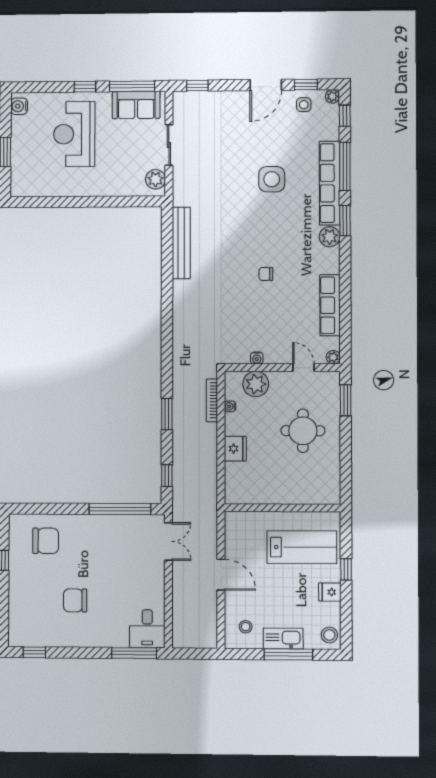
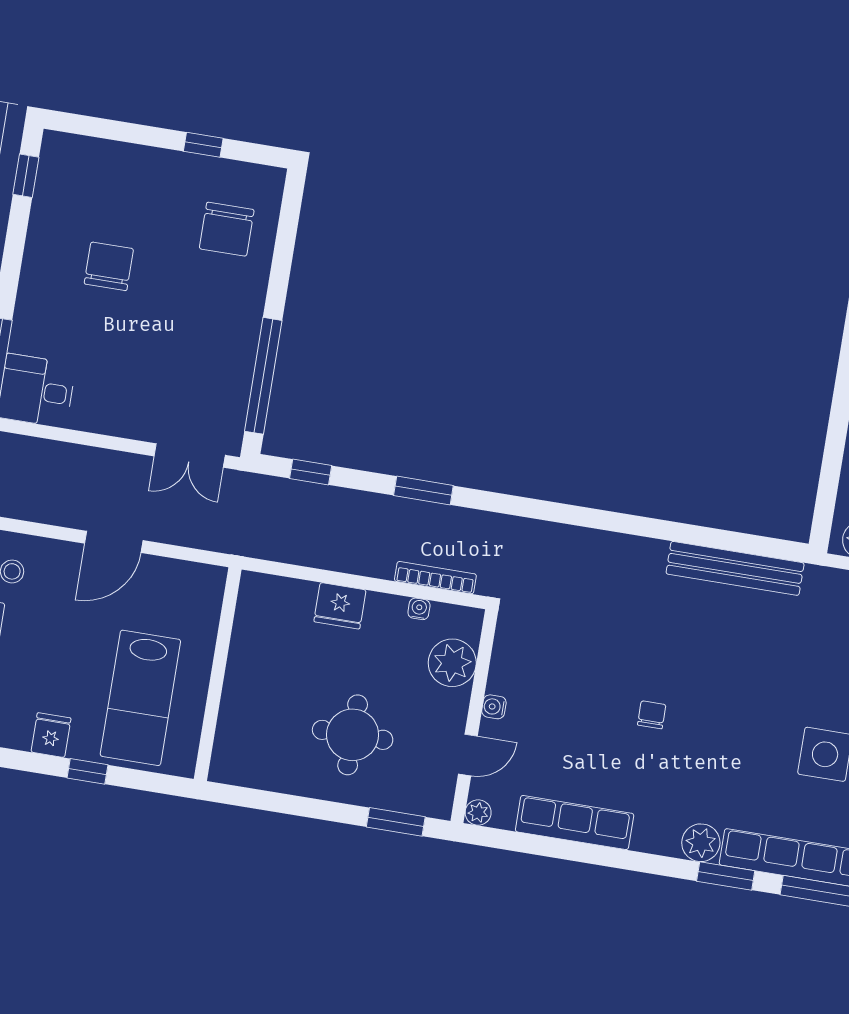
water cooler: (257, 358) -> (494, 707), moved

